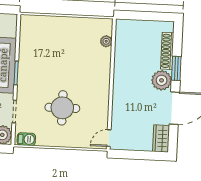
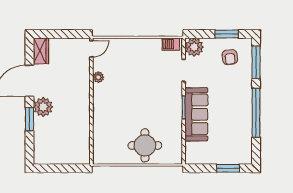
plant: (106, 41) -> (98, 77), moved
shoe rack: (167, 51) -> (39, 136), removed
round table: (62, 108) -> (145, 145), moved

